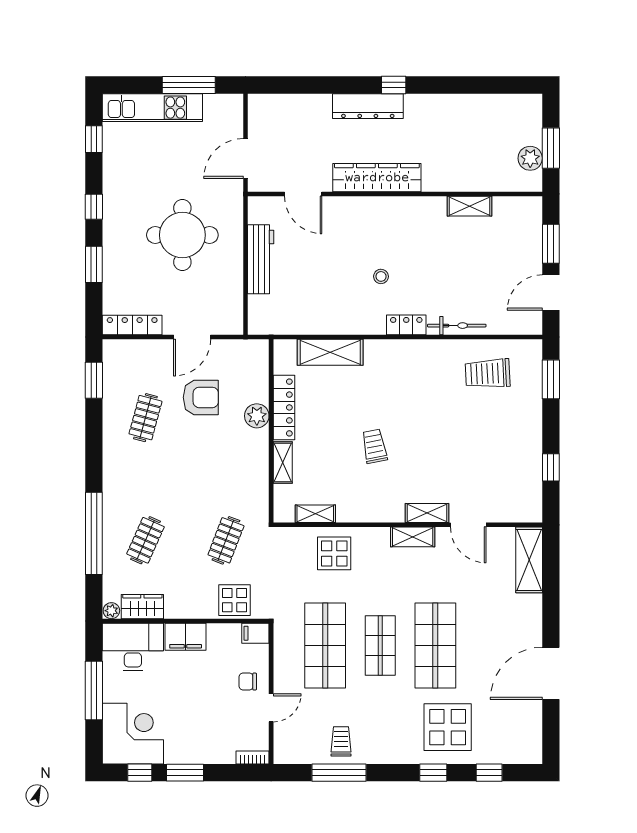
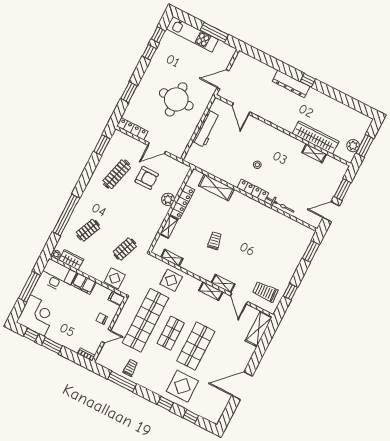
wardrobe: (377, 178) -> (316, 138), moved
window: (94, 207) -> (149, 52), moved
locker: (406, 325) -> (253, 190), width x1.53
trolley: (488, 373) -> (265, 292), moved
clothes rail: (145, 418) -> (117, 174), width x1.36
shop shelf: (325, 645) -> (146, 320), width x1.40

